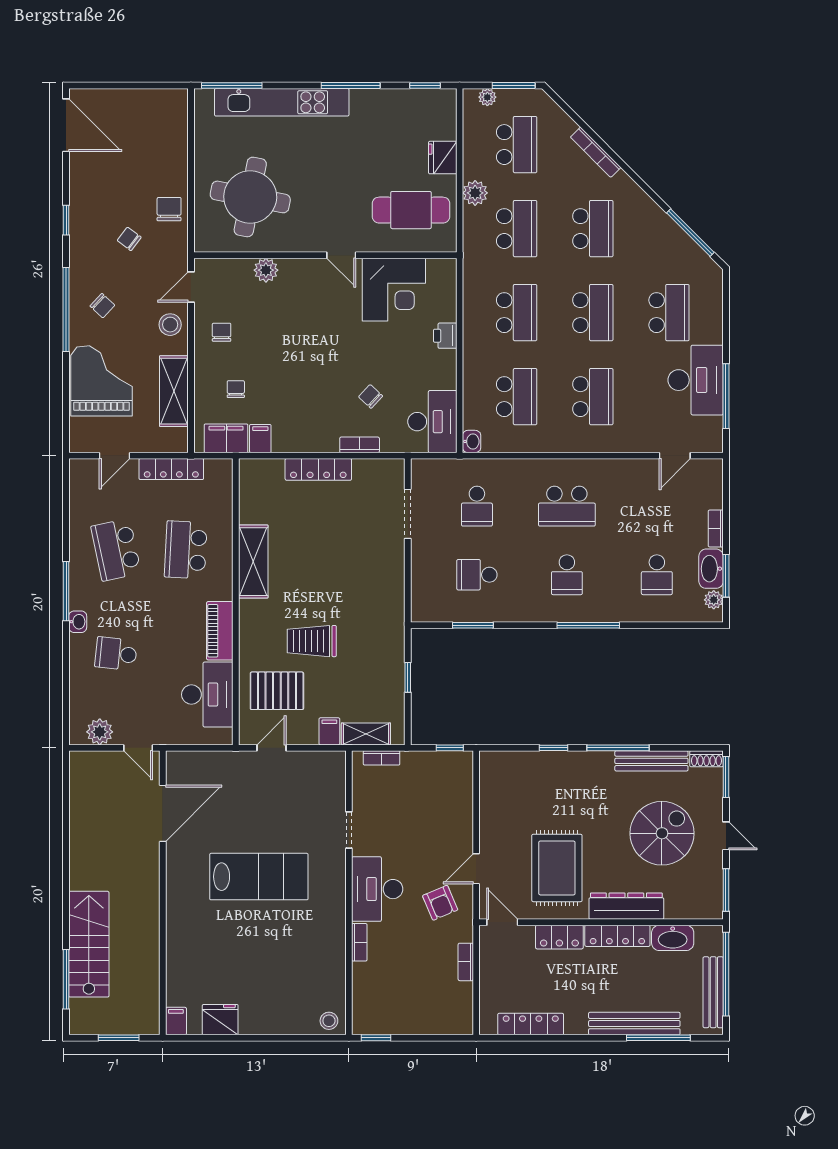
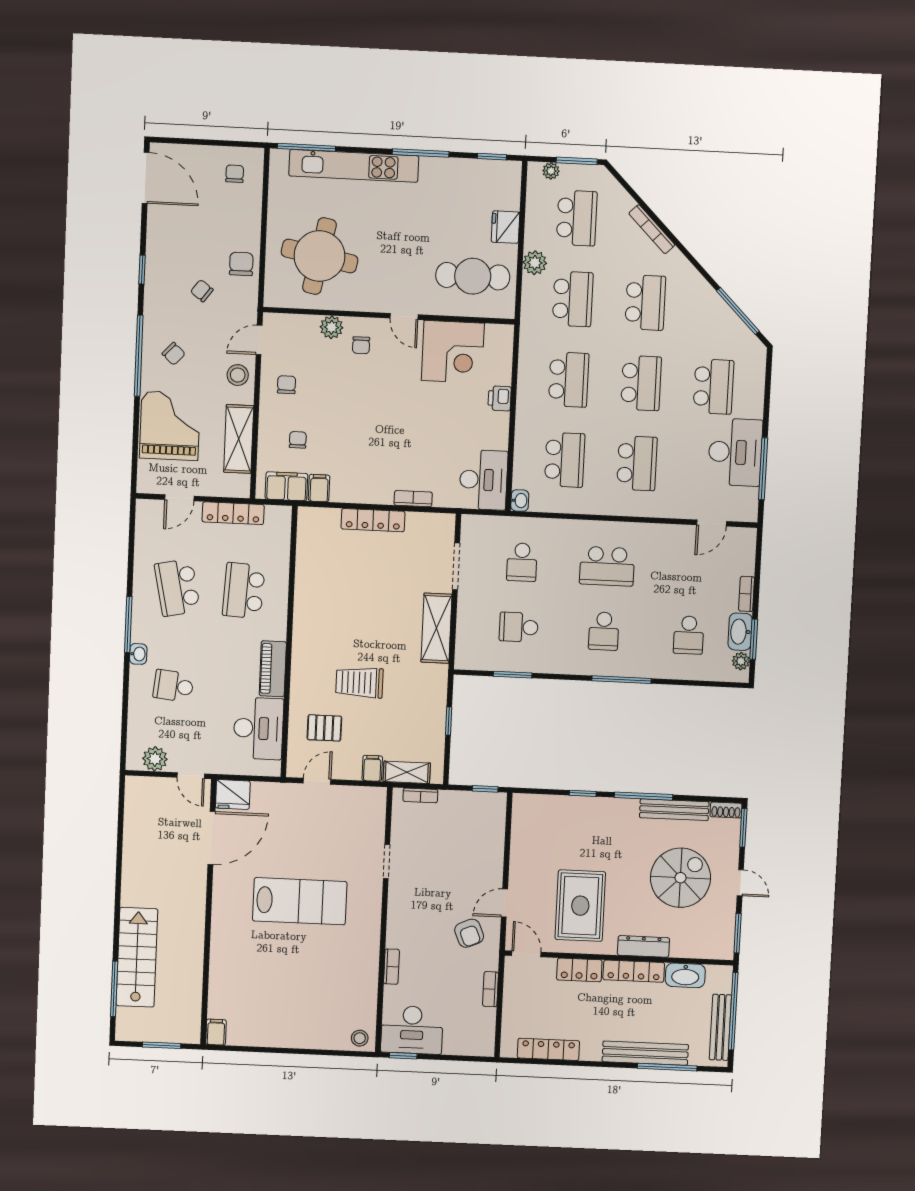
chair: (158, 116) -> (235, 174), added
chair: (371, 396) -> (361, 345), moved, turned -133
shelving: (253, 562) -> (436, 628), moved
pallet: (277, 691) -> (324, 728), width x0.67, depth x0.71
desk: (377, 889) -> (412, 1030), moved, turned -90
dresser: (626, 906) -> (643, 946), width x0.73, depth x0.80
fridge: (220, 1020) -> (233, 794), moved, turned 180

